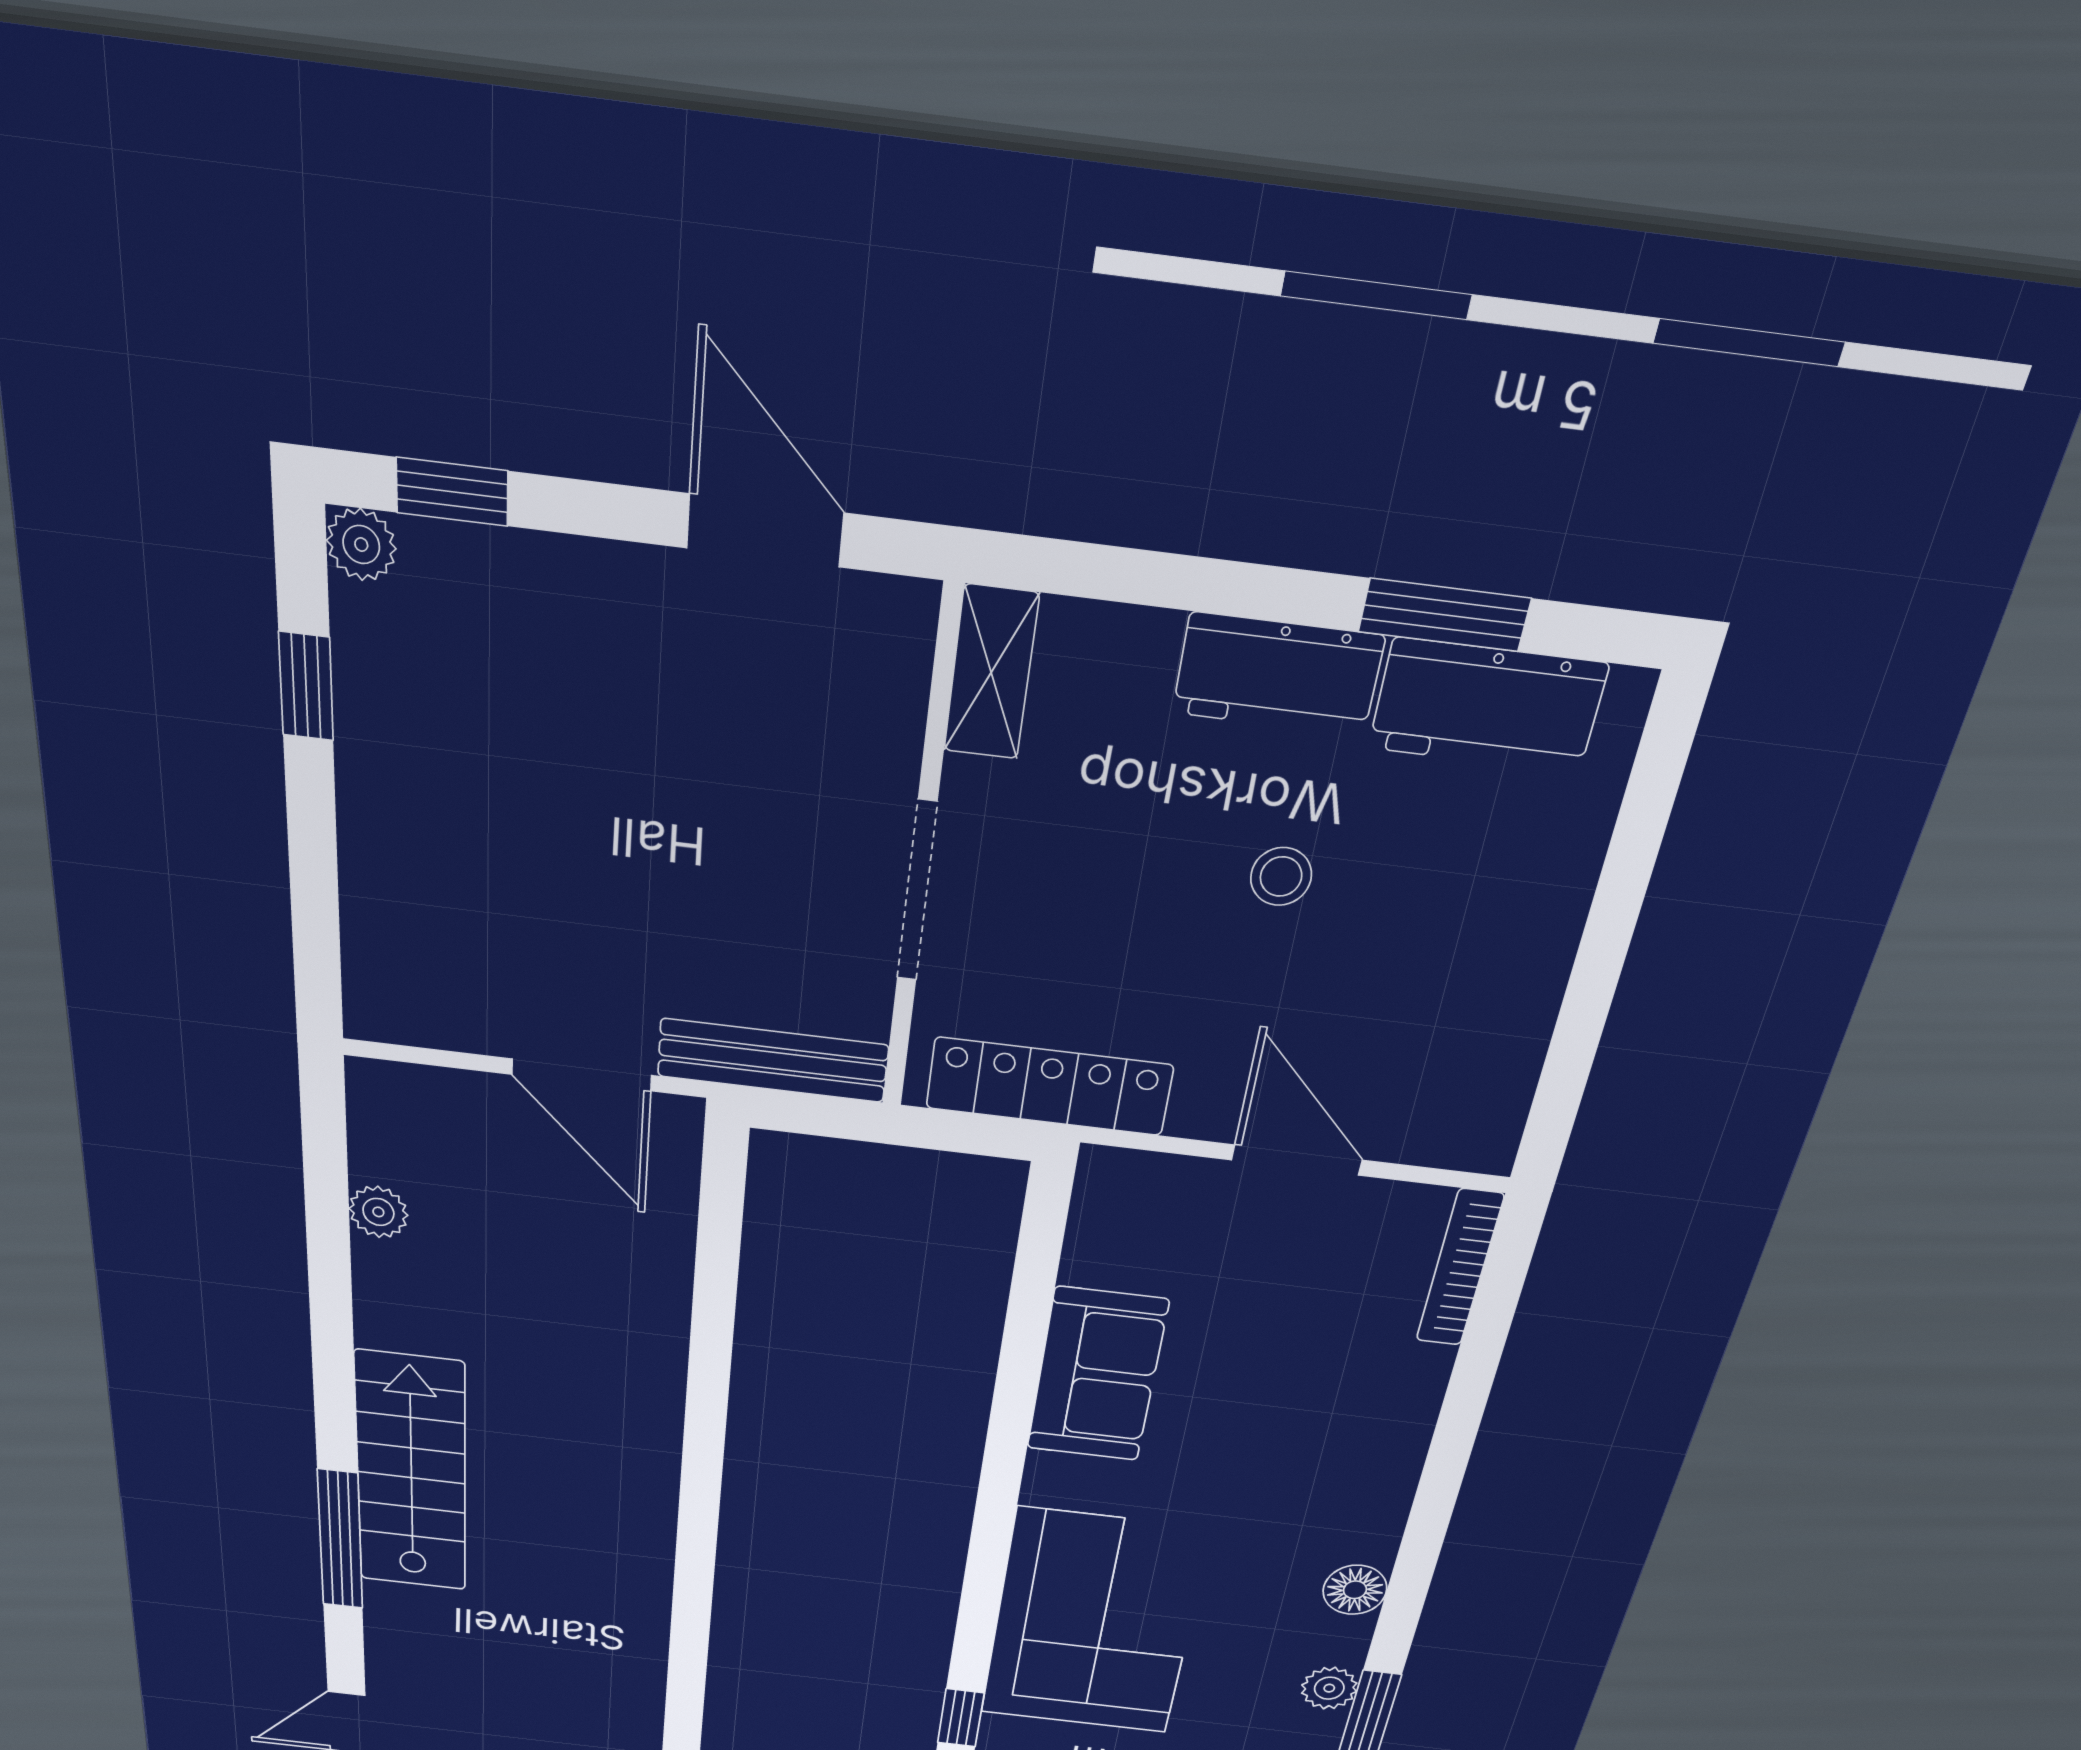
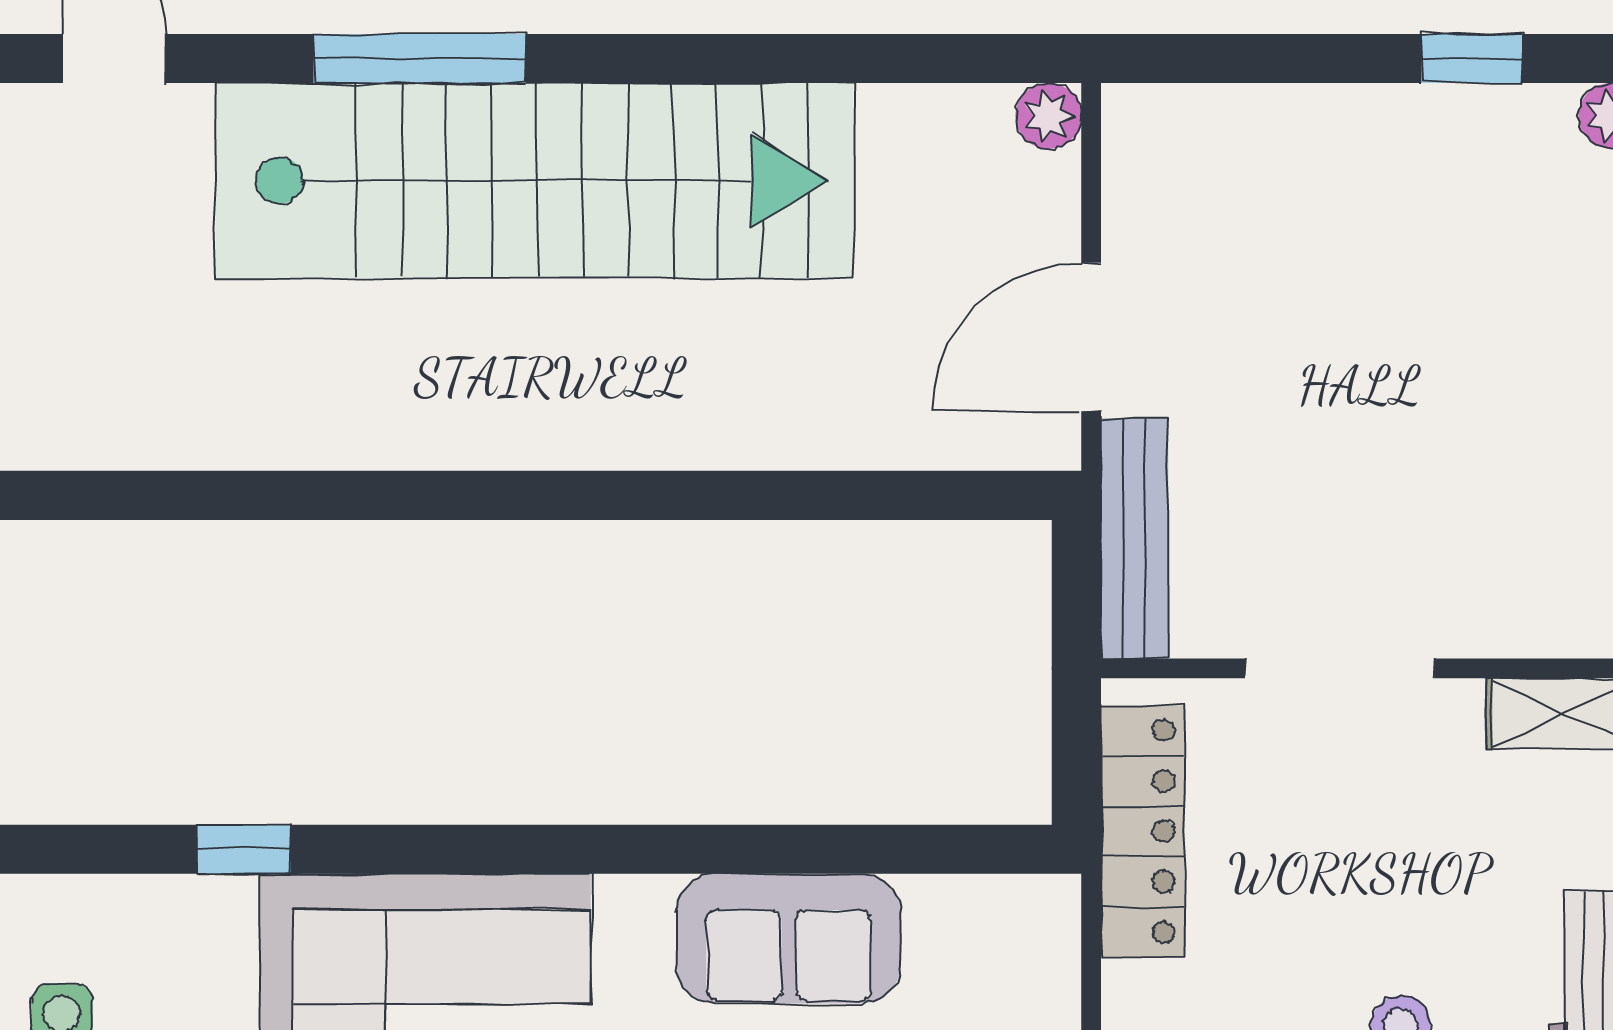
plant: (378, 1212) -> (1048, 116), moved
stairs: (411, 1473) -> (535, 180), width x1.86, depth x1.51

